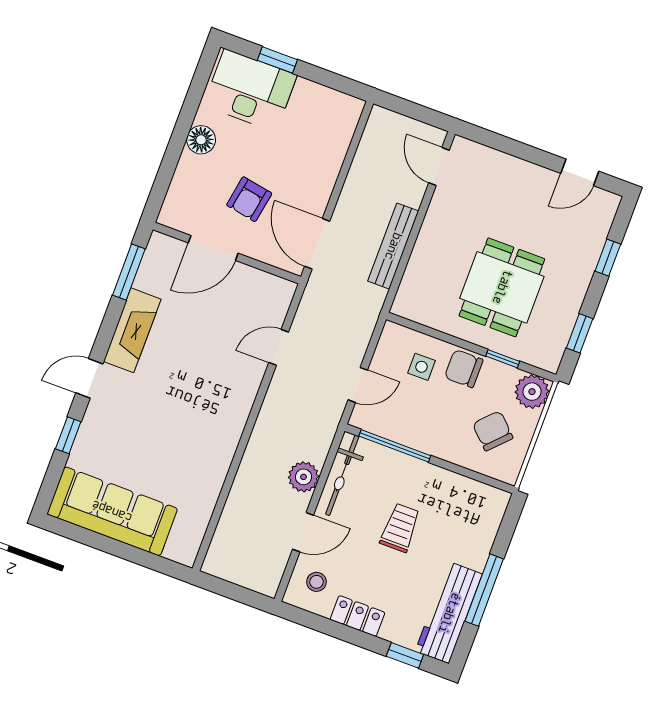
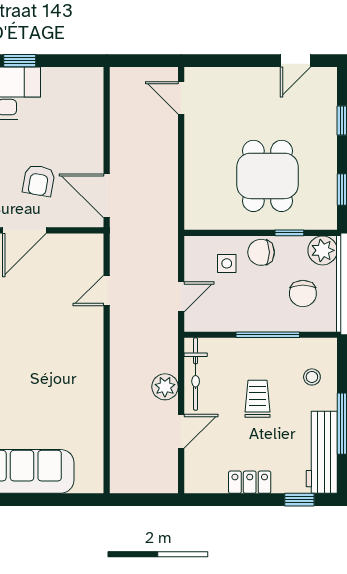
bench: (393, 246) -> (168, 175), removed
chair: (493, 431) -> (303, 294), turned -134
window: (395, 446) -> (268, 335), moved
stool: (317, 582) -> (312, 377), moved

